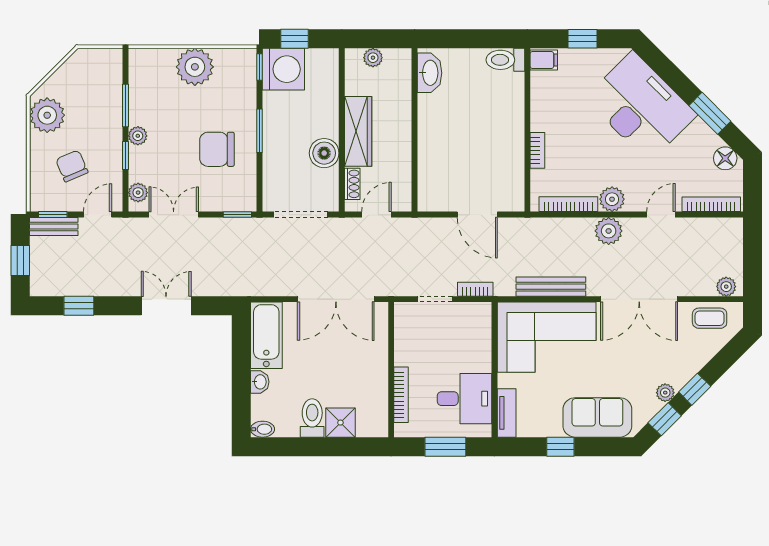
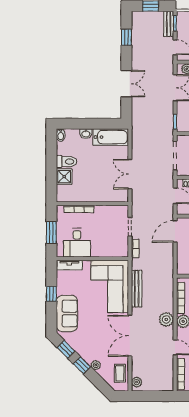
door: (477, 215) -> (175, 232), moved
double door: (336, 299) -> (130, 174), width x0.73
plant: (665, 393) -> (96, 365), moved

